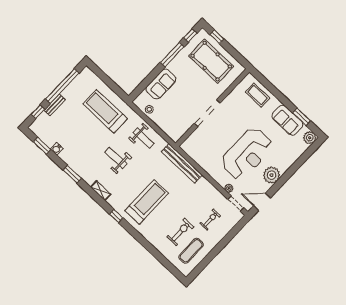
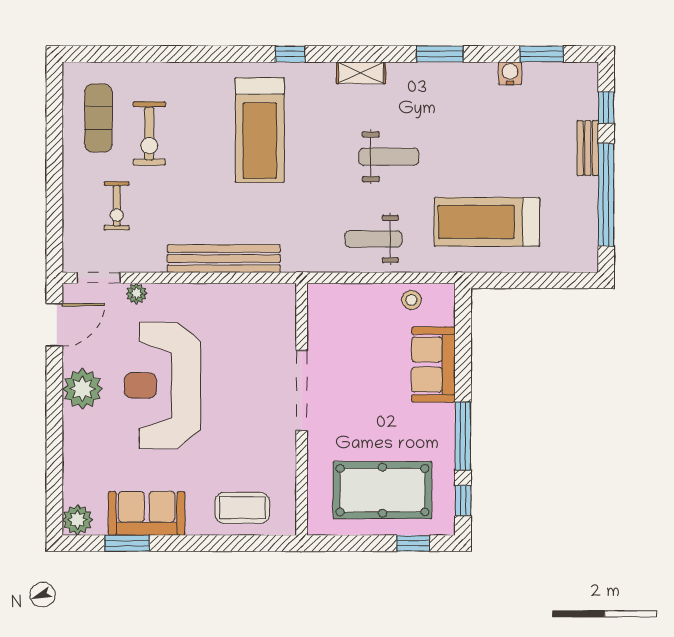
treadmill: (105, 111) -> (487, 222), turned 180
bench: (182, 163) -> (224, 259), moved

